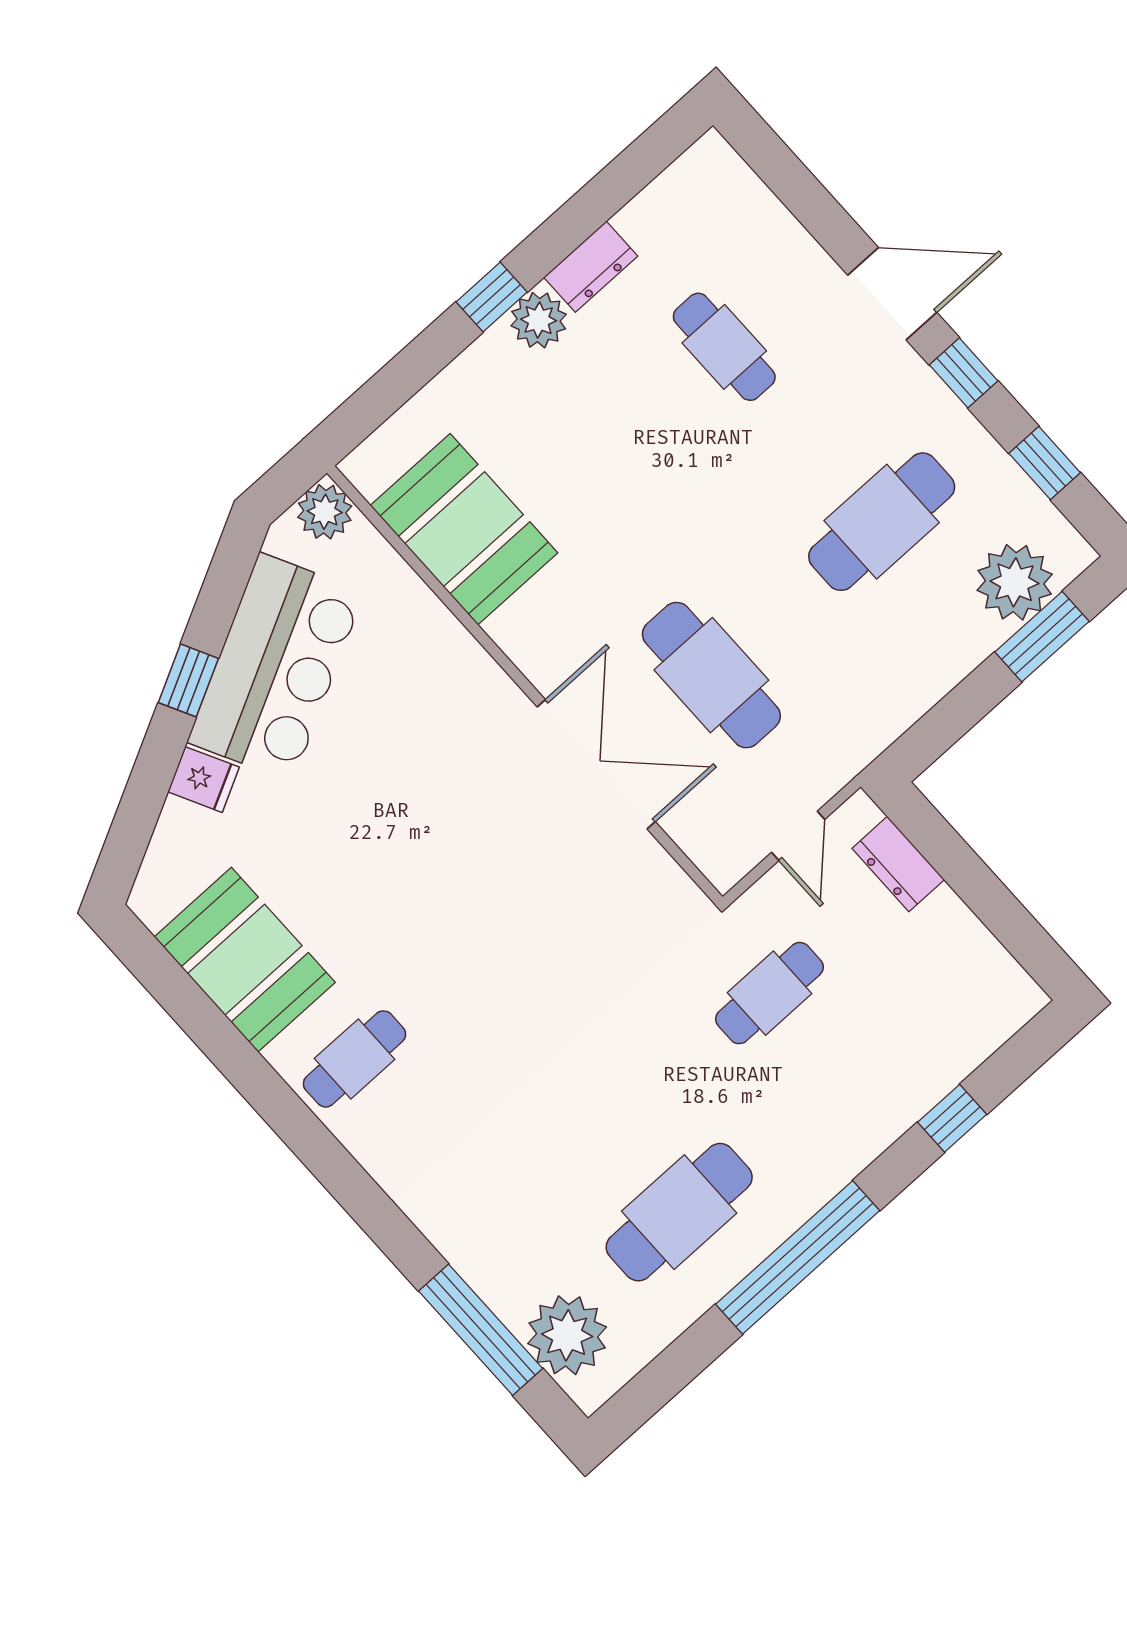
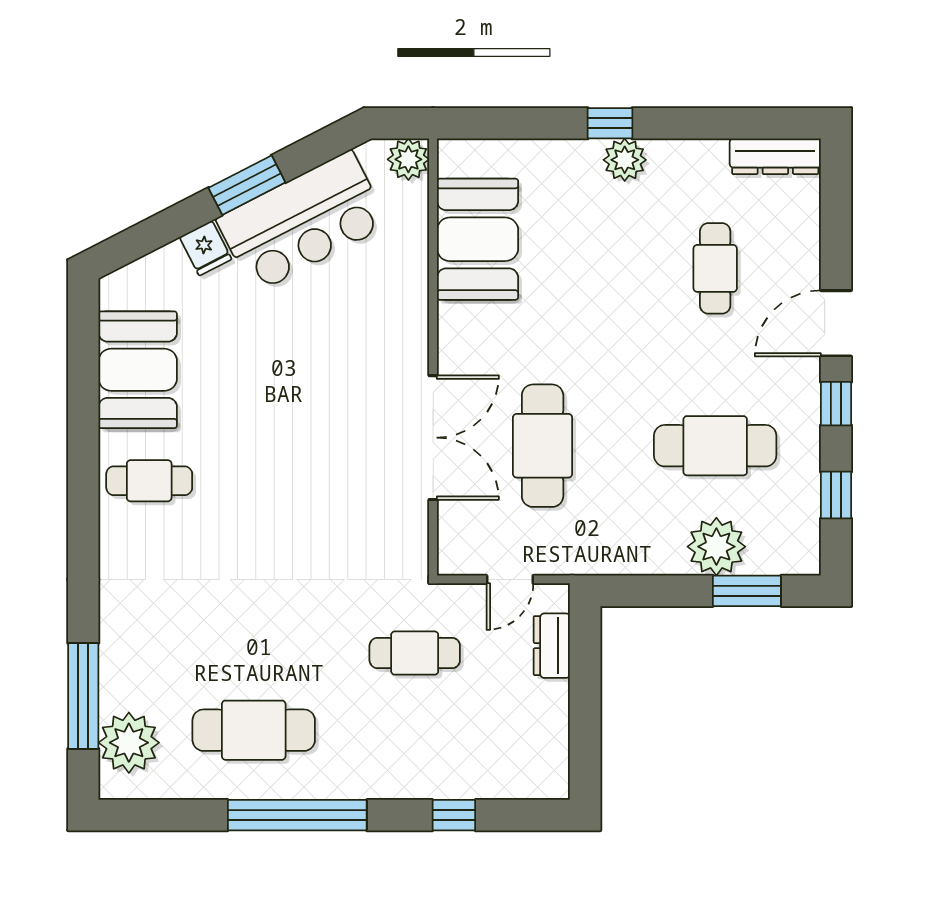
dresser: (591, 267) -> (775, 156), moved, width x1.44
door: (892, 294) -> (836, 323), swing flipped
plant: (1015, 582) -> (716, 547), moved
window: (188, 680) -> (247, 185), width x1.50

